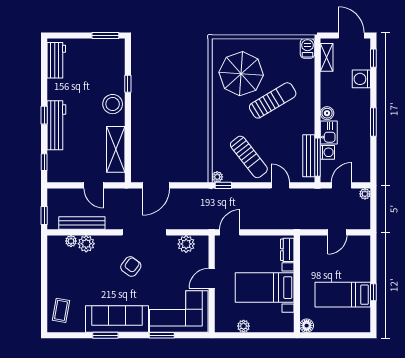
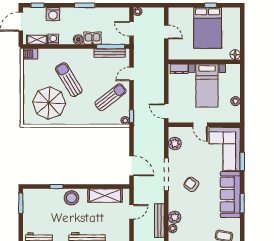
washing machine: (327, 152) -> (53, 39), moved
bed: (343, 295) -> (208, 28), width x1.50

